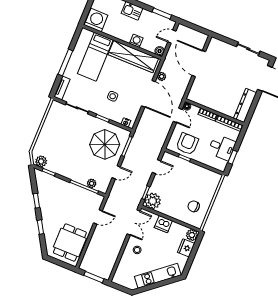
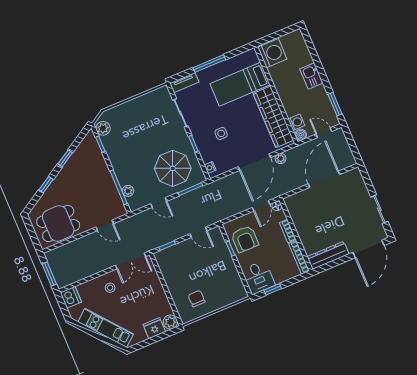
washing machine: (136, 41) -> (296, 122), moved
armchair: (187, 144) -> (245, 239), turned 90
desk: (222, 147) -> (258, 277), moved
plant: (153, 201) -> (166, 259), removed
dishwasher: (163, 224) -> (71, 297), moved, turned 180

